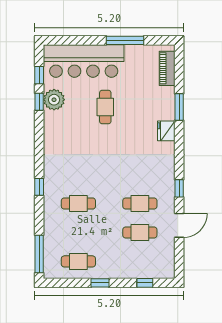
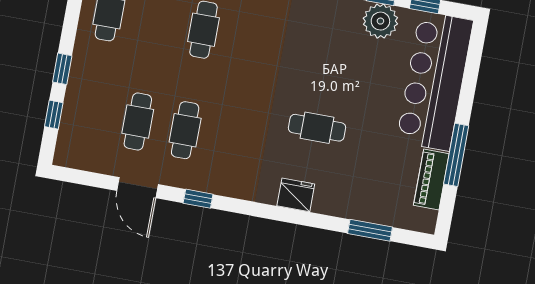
piano: (167, 68) -> (431, 180), moved, turned -90
cafe table: (105, 107) -> (317, 128), moved
window: (179, 107) -> (370, 230), moved
window: (100, 283) -> (62, 69), moved

